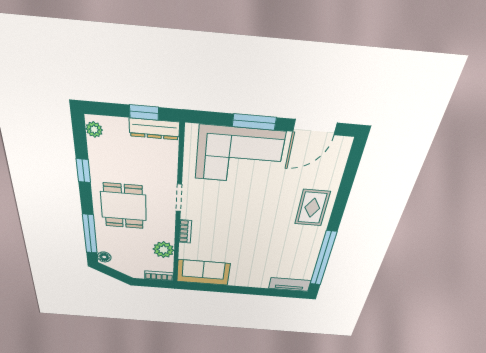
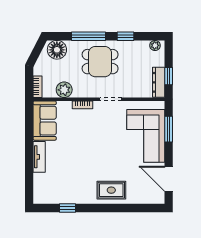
window: (254, 122) -> (169, 129), moved
window: (90, 234) -> (88, 36), moved
floor lamp: (104, 257) -> (57, 50), width x1.89, depth x1.89
window: (323, 259) -> (68, 208), width x0.32
tv unit: (290, 284) -> (39, 157), moved

